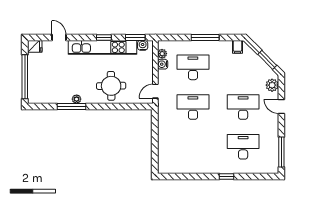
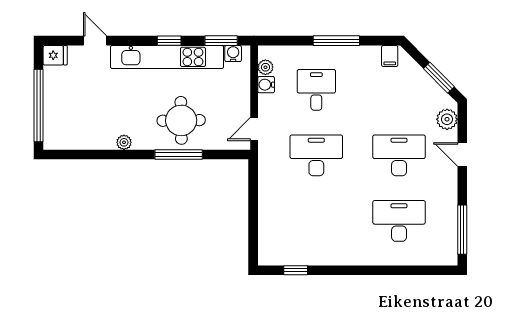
desk: (193, 67) -> (316, 90), width x0.73
window: (72, 106) -> (179, 154), moved
window: (227, 177) -> (296, 270), moved

